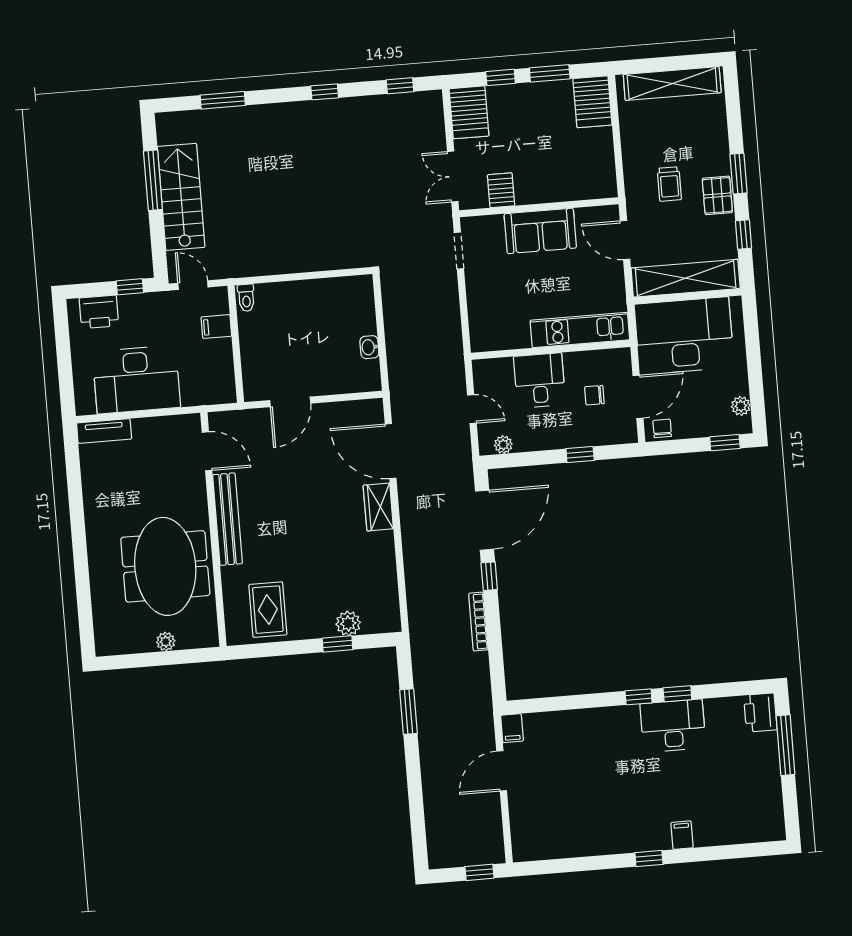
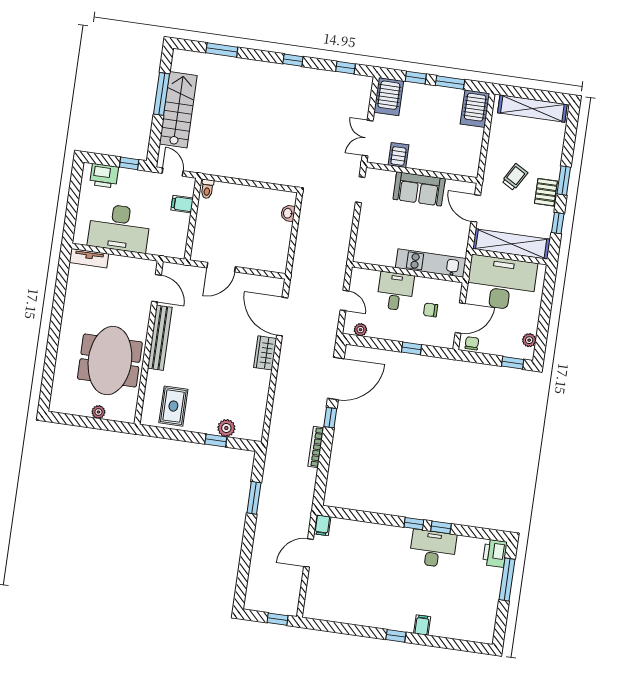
trolley: (669, 184) -> (515, 177), turned -150
washbasin: (369, 347) -> (288, 213), moved

